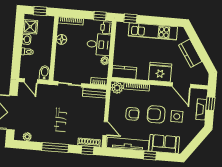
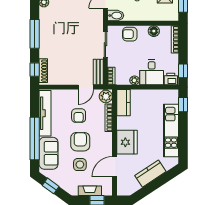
armchair: (63, 61) -> (130, 34), added
door: (105, 129) -> (86, 87), moved
window: (194, 145) -> (51, 186), added
window: (150, 155) -> (35, 139), width x3.17

